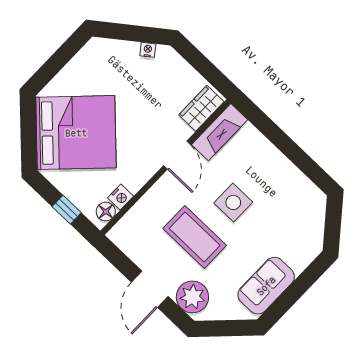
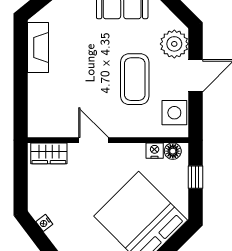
fireplace: (220, 132) -> (38, 47), moved, turned 90
door: (177, 155) -> (93, 140), hinge flipped
side table: (233, 202) -> (174, 113), moved

